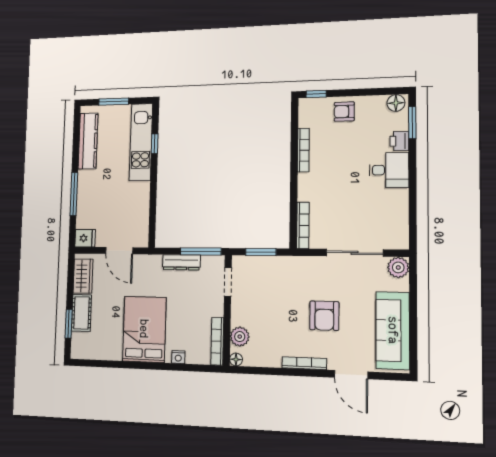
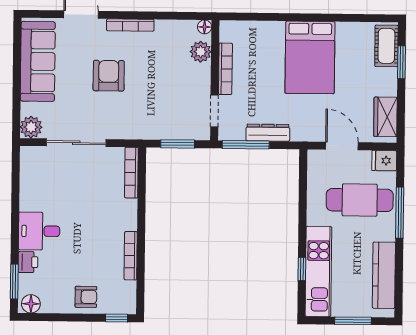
cafe table: (106, 204) -> (360, 200), added
cot: (81, 313) -> (386, 46), moved
bookcase: (217, 341) -> (225, 69), moved
nightstand: (178, 357) -> (270, 28), removed

